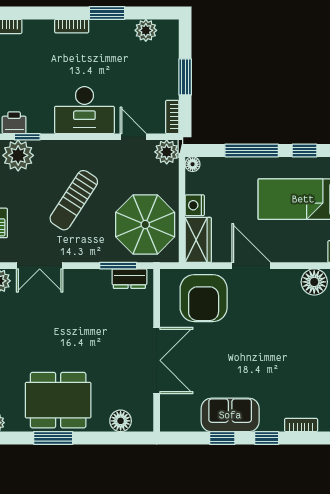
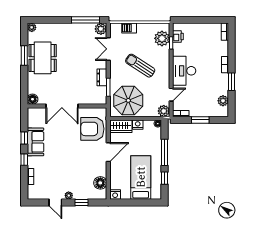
dresser: (129, 279) -> (102, 77), moved
floor lamp: (121, 421) -> (33, 99), moved

